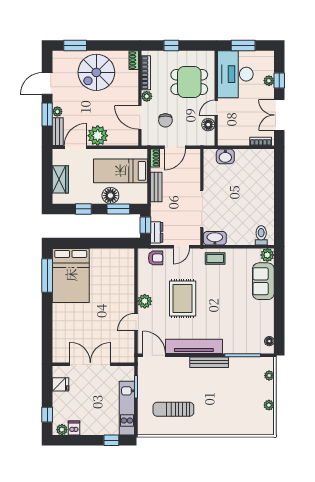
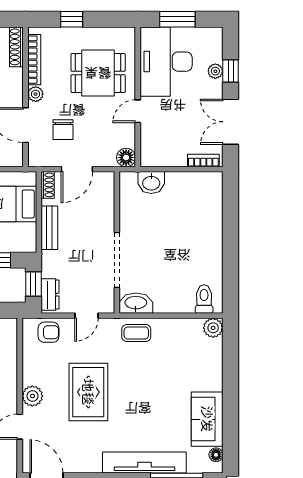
shoe rack: (134, 60) -> (16, 47), width x1.43
floor lamp: (208, 125) -> (126, 158), moved
sofa: (263, 281) -> (207, 419), moved
tv unit: (194, 346) -> (144, 463), moved

